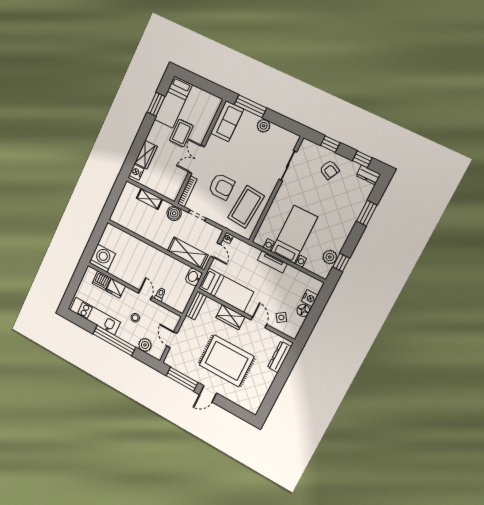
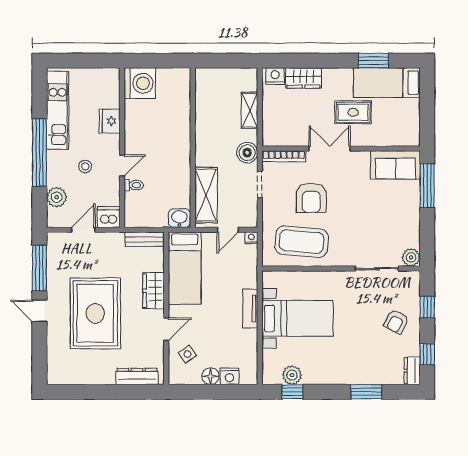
plant: (263, 126) -> (411, 257), moved
dishwasher: (101, 281) -> (109, 217), moved, turned 90

